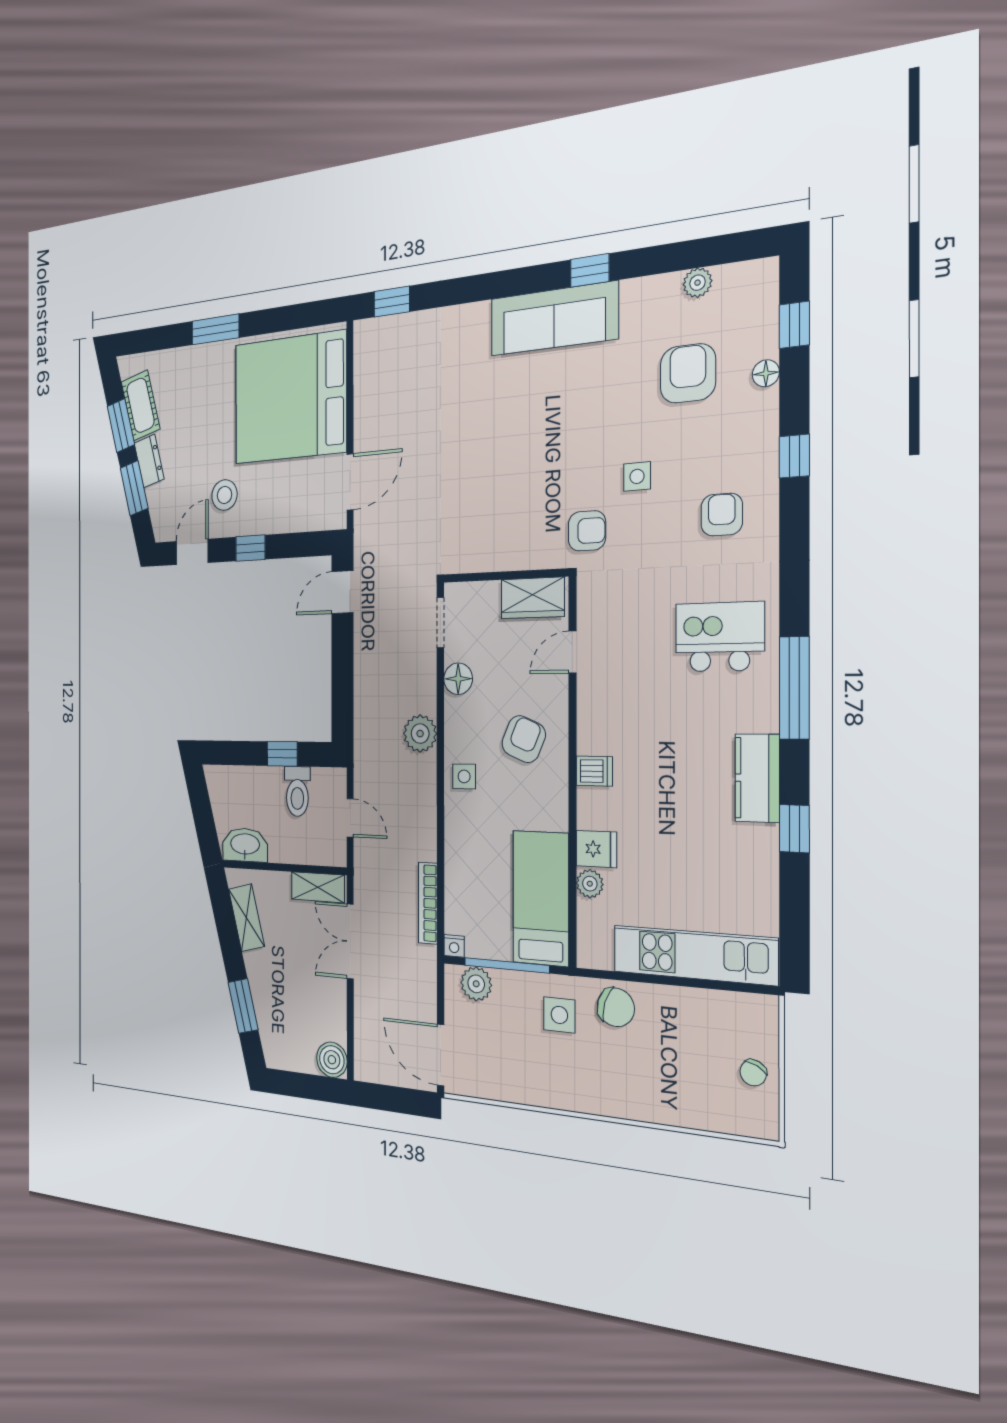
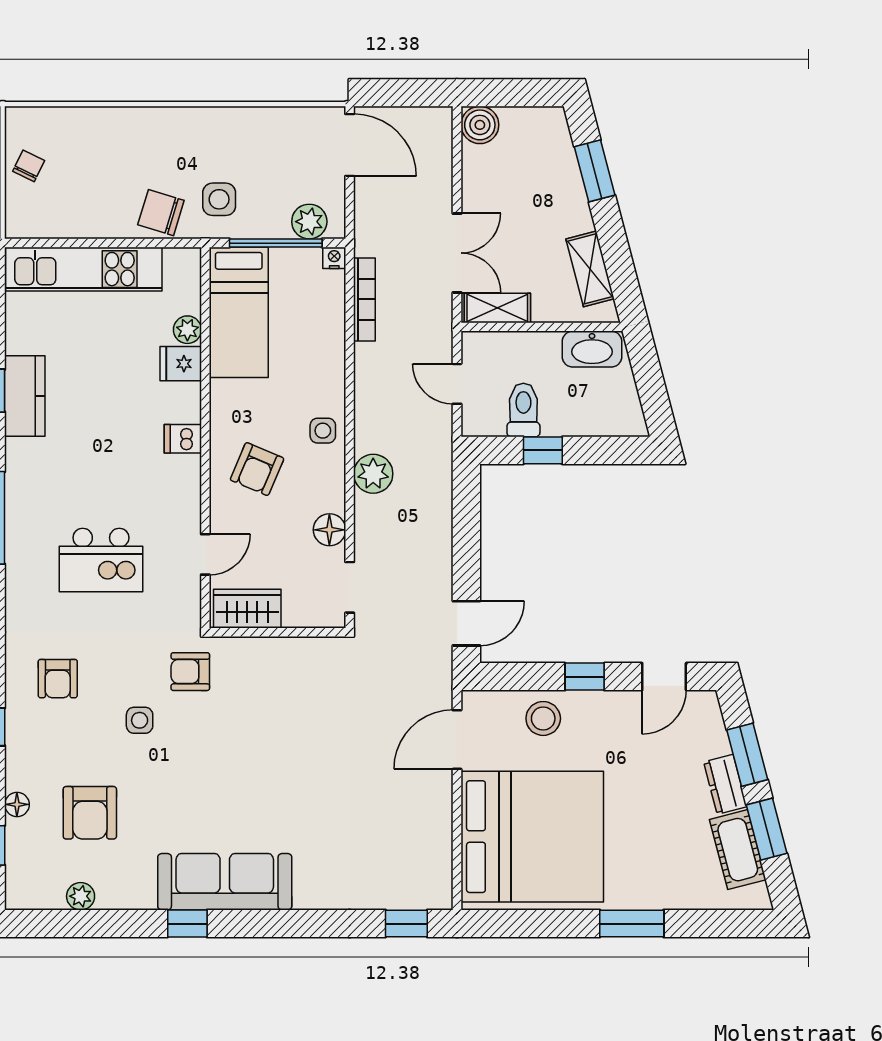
stool: (225, 495) -> (543, 718), moved
kitchen island: (720, 637) -> (101, 560), moved
kitchen counter: (757, 778) -> (25, 396), moved

